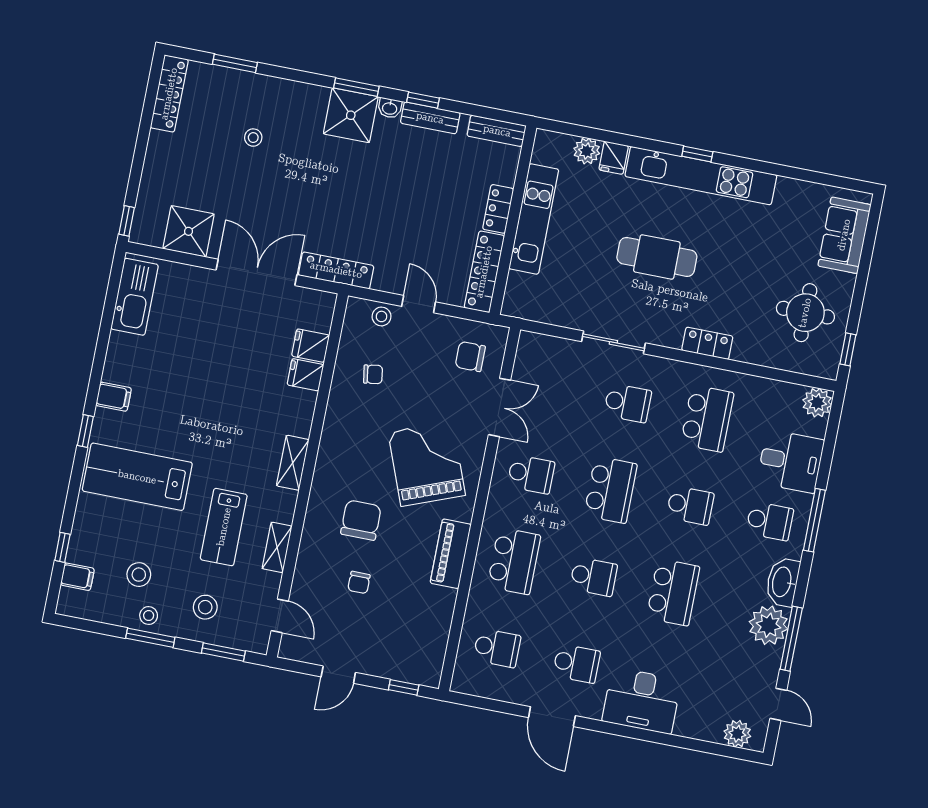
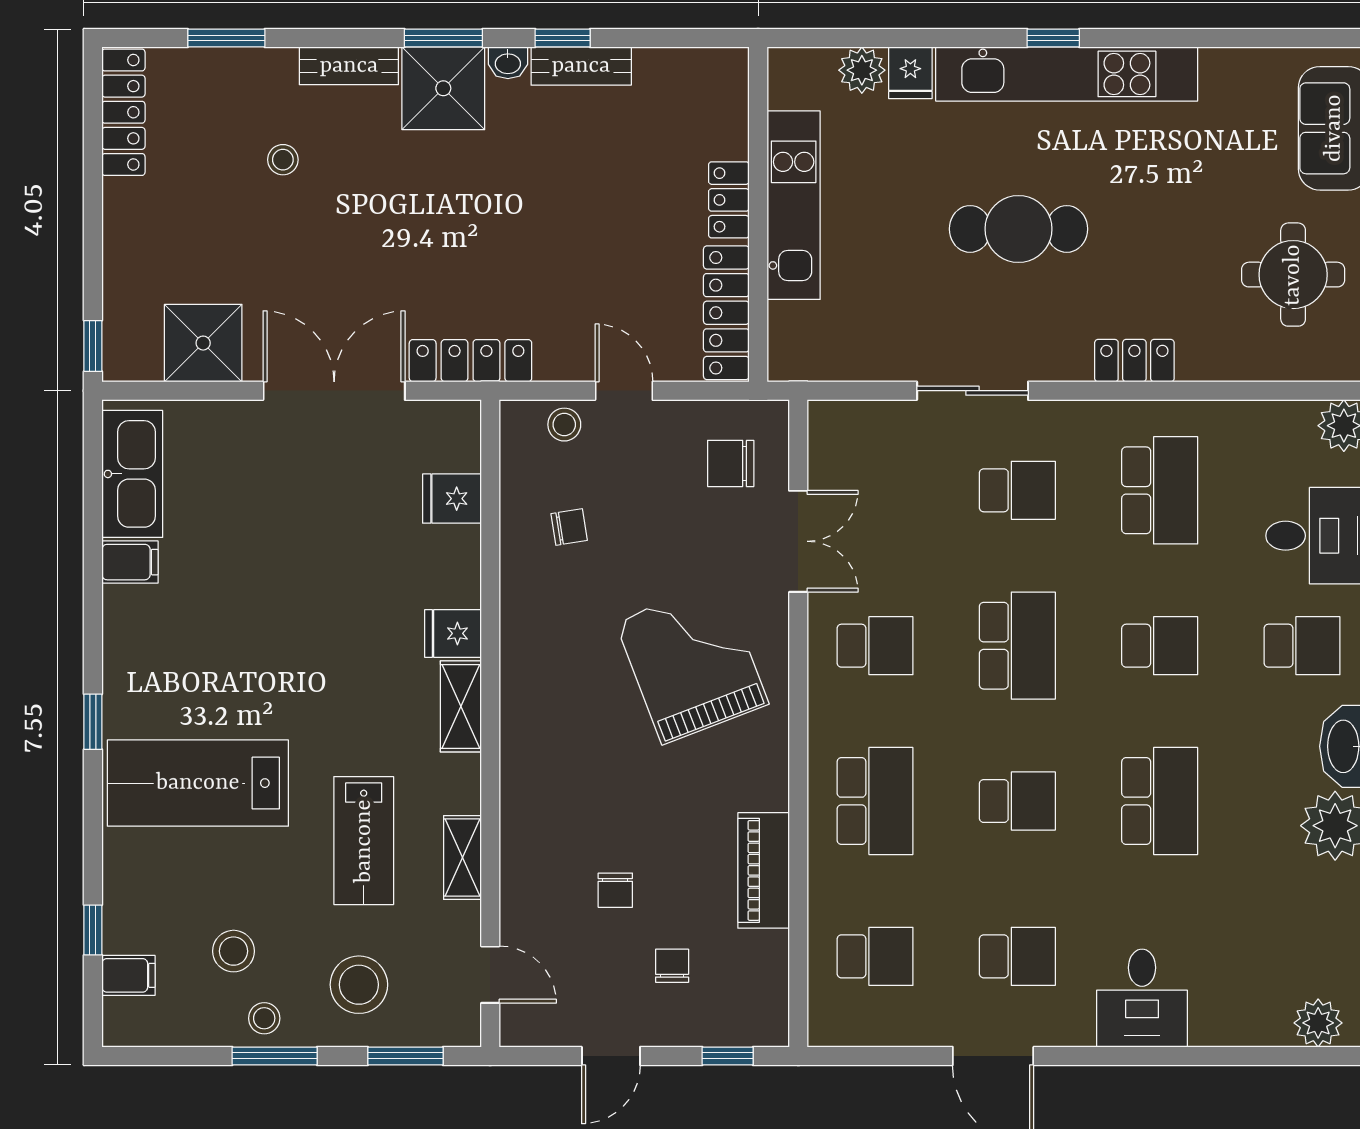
bench: (497, 131) -> (349, 66), moved
fridge: (305, 375) -> (453, 633), moved
filing cabinet: (114, 397) -> (130, 562), moved
chair: (361, 520) -> (672, 966), moved, width x0.54, depth x0.54
piano: (451, 554) -> (764, 870), moved
stool: (205, 607) -> (359, 985), width x1.38, depth x1.38
desk: (642, 701) -> (1142, 998), width x0.73

